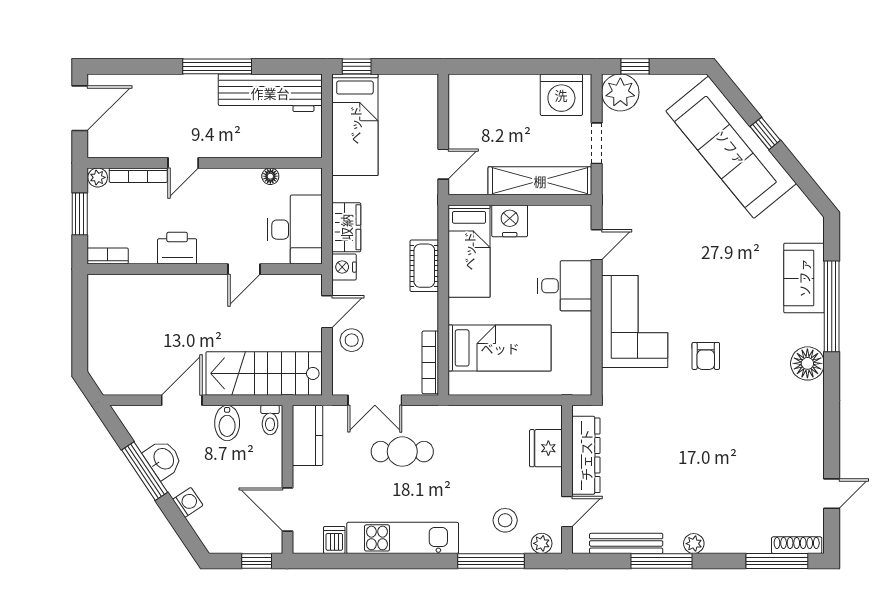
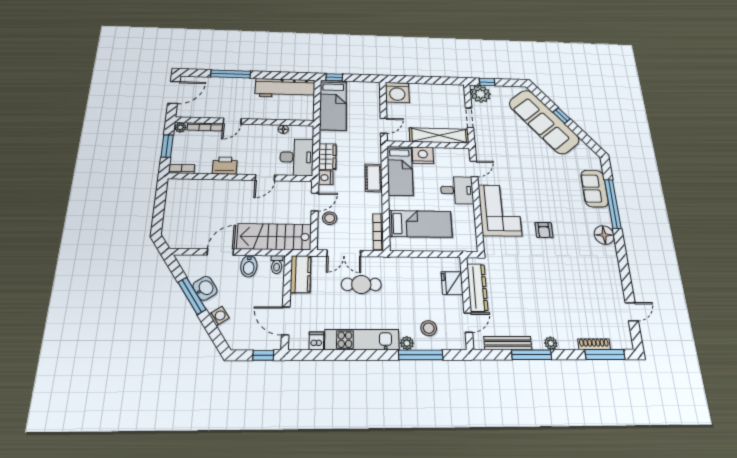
window: (217, 66) -> (231, 74), moved
washing machine: (561, 95) -> (397, 92), moved
plant: (542, 543) -> (407, 343), moved
shoe rack: (797, 545) -> (594, 344), moved

